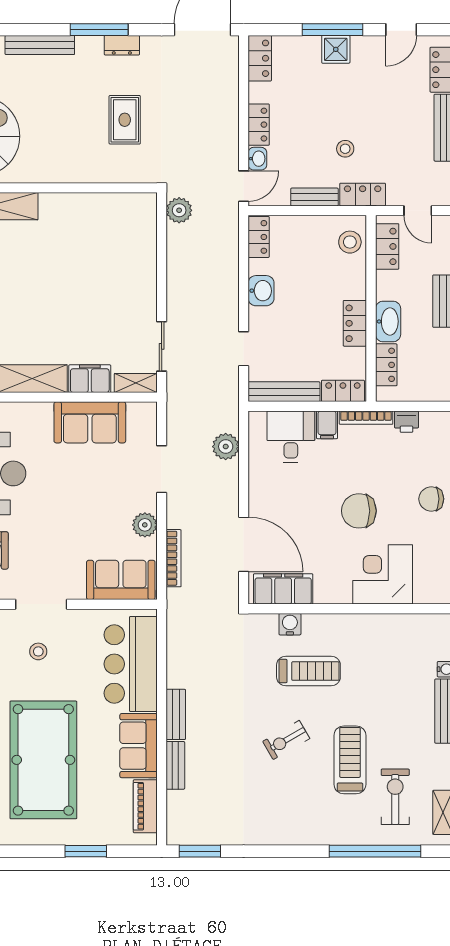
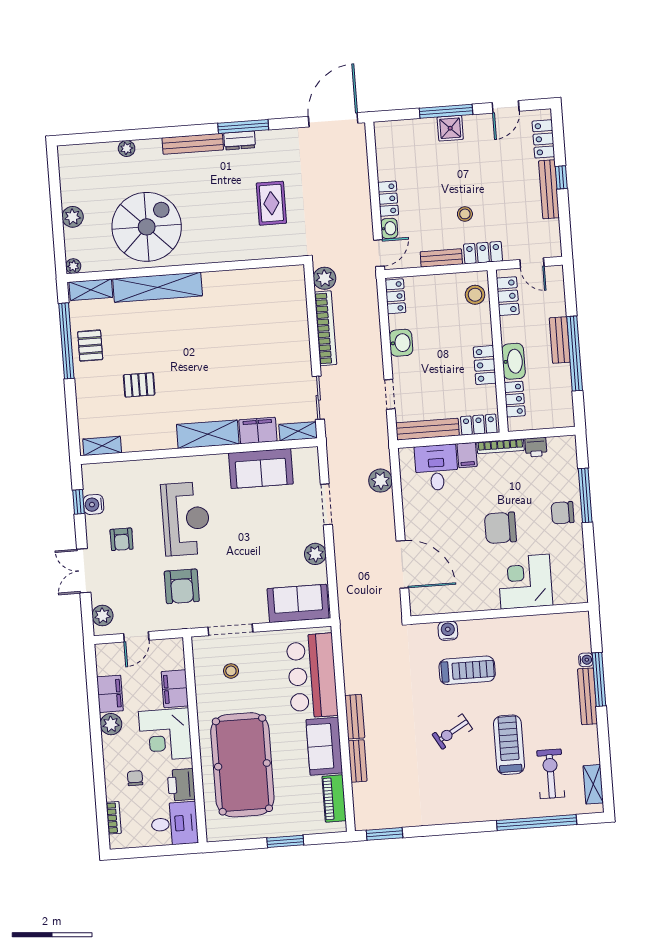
dresser: (122, 45) -> (240, 140), moved
locker: (260, 58) -> (385, 141), removed
bookcase: (174, 558) -> (325, 328), moved, width x1.48, depth x1.31
filing cabinet: (283, 589) -> (440, 601), removed

